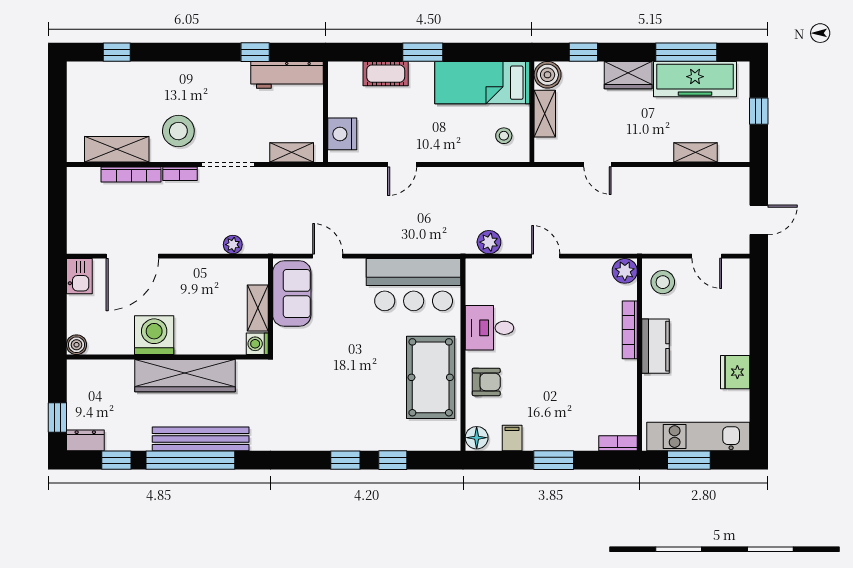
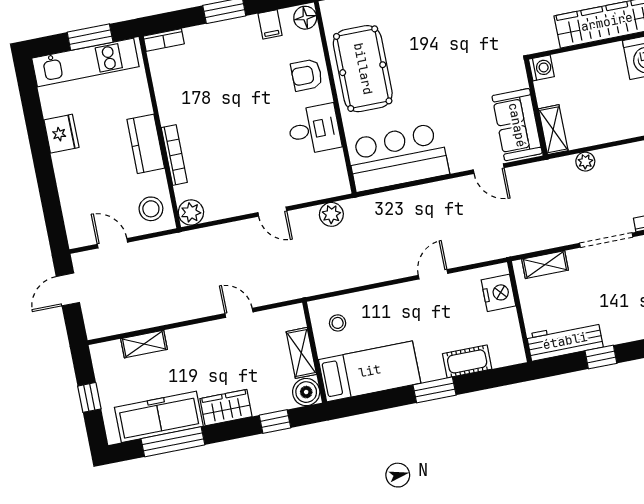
shelving: (258, 308) -> (553, 130), moved

